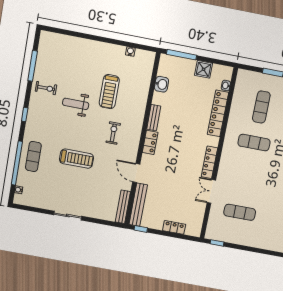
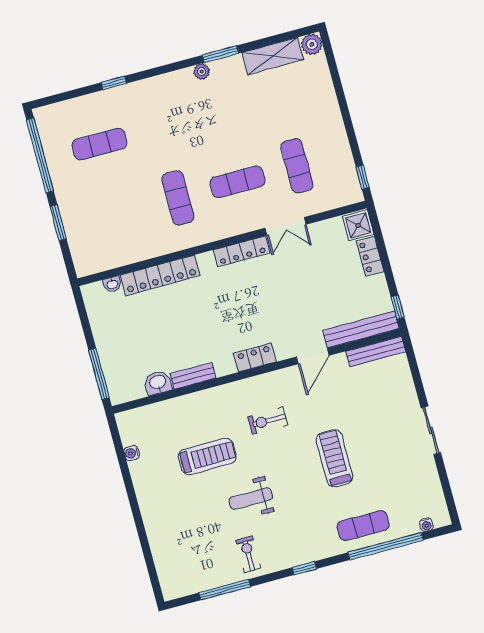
shower: (204, 69) -> (358, 225), moved
weight bench: (76, 104) -> (251, 499), turned 90
exercise mat: (261, 107) -> (237, 182), moved
bench: (154, 118) -> (193, 376), moved

